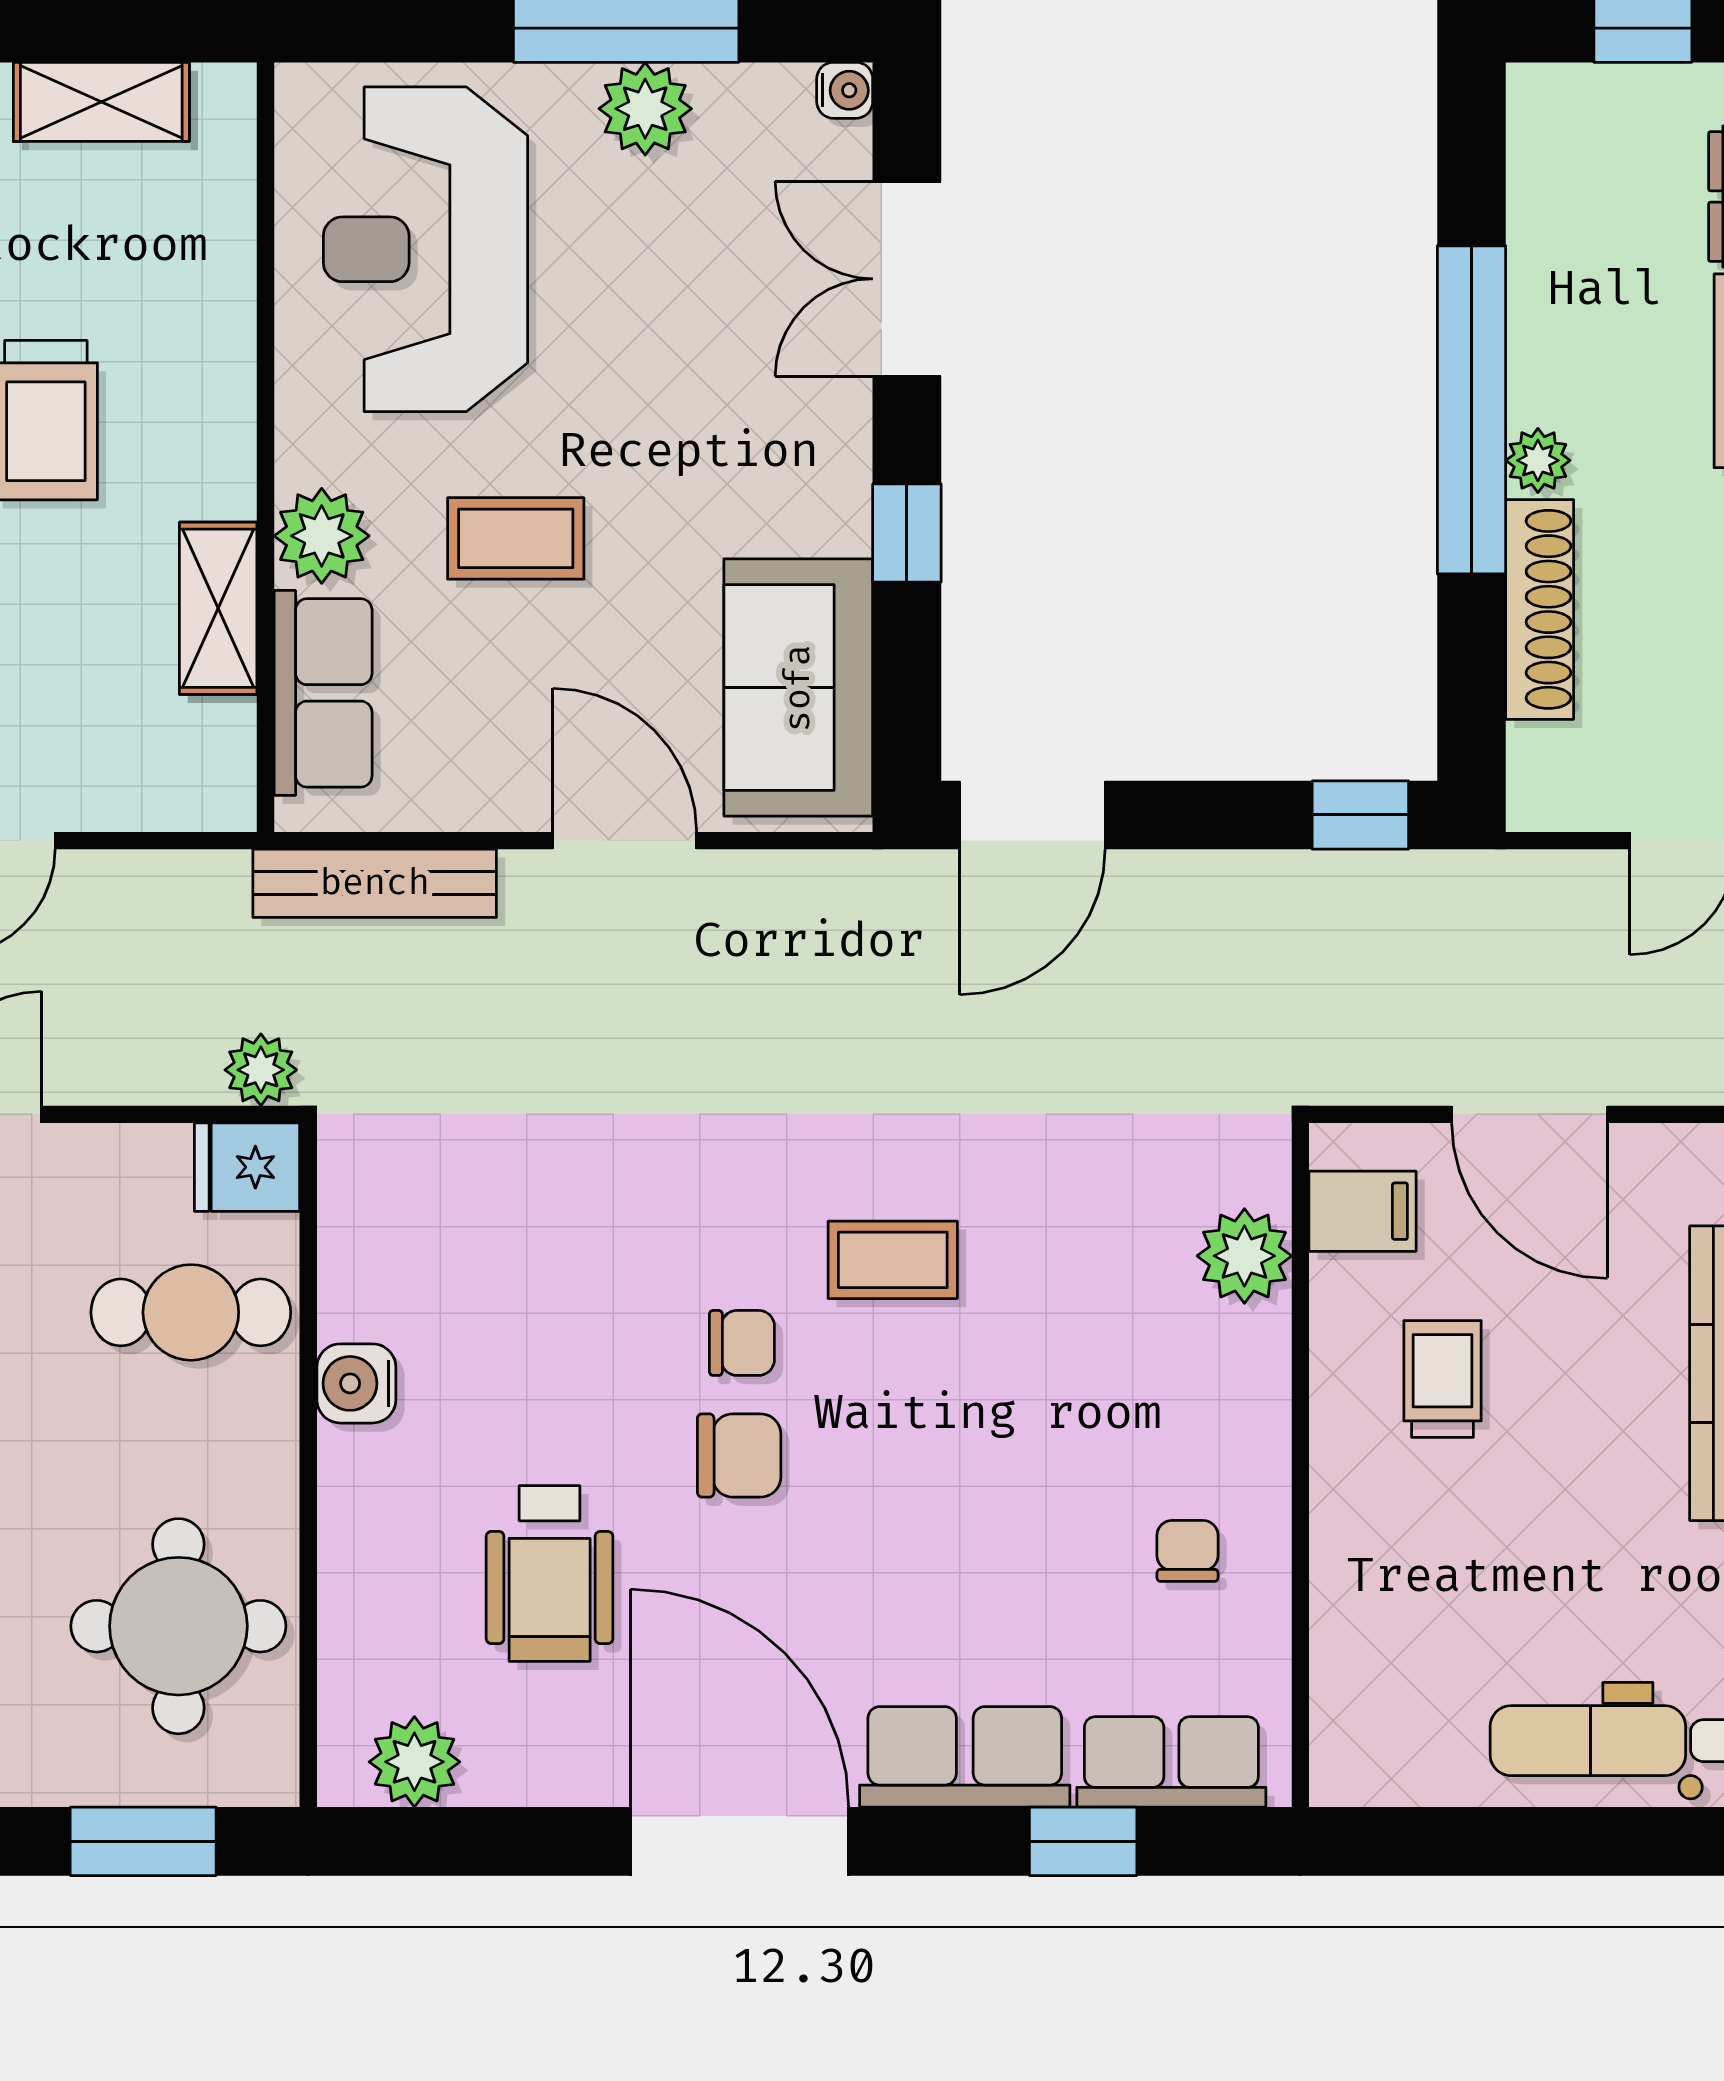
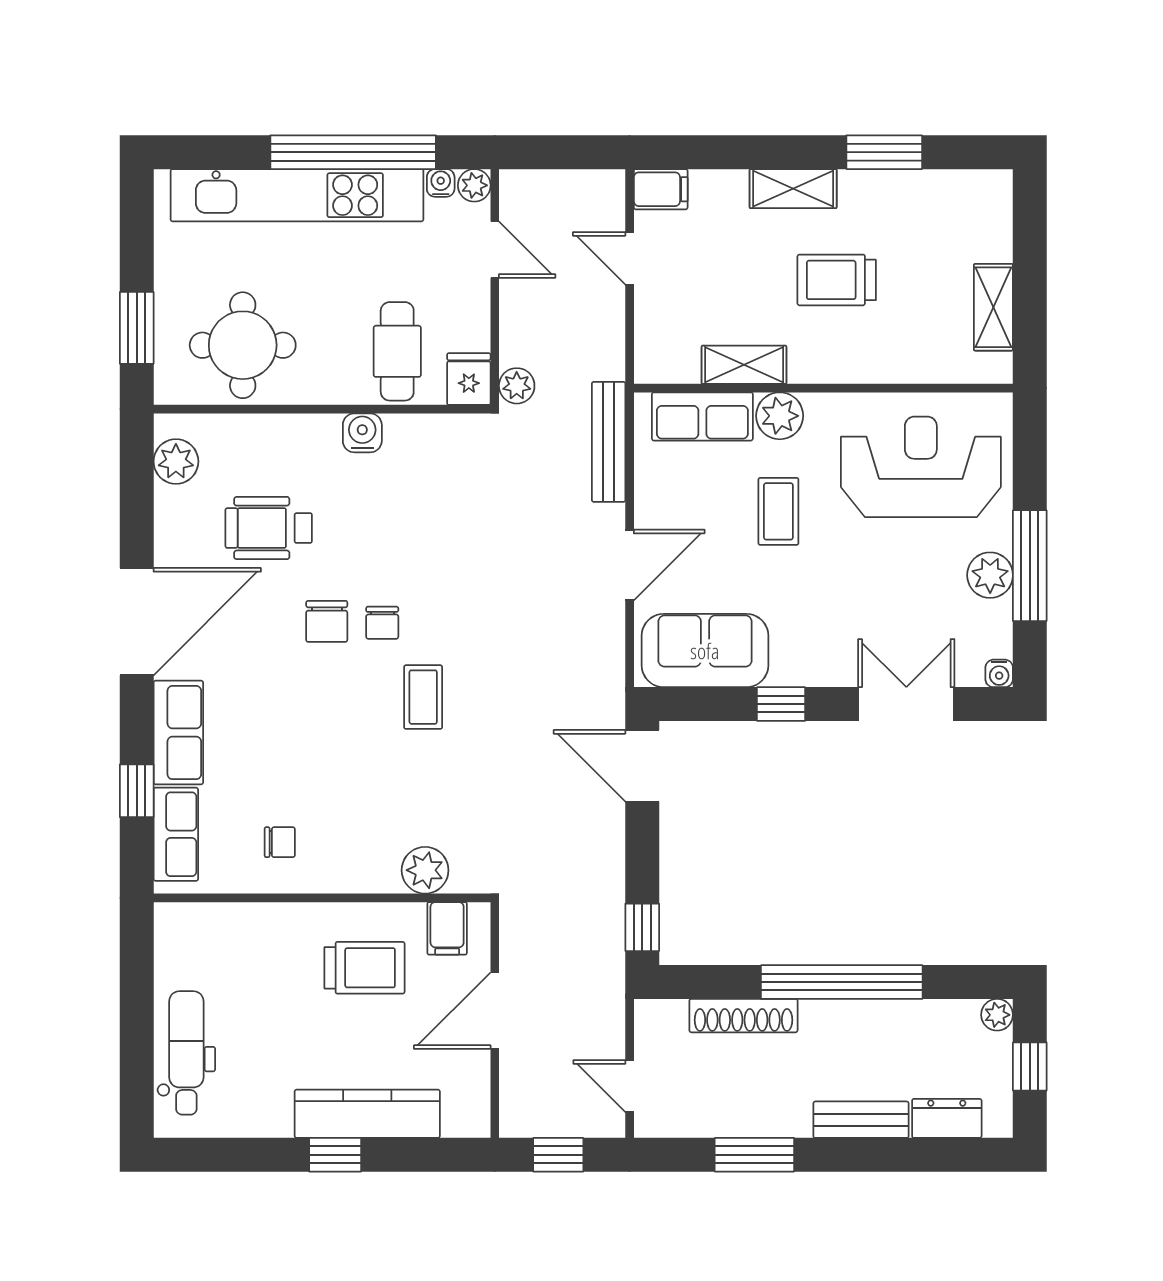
plant: (1538, 460) -> (997, 1015), moved
trolley: (1443, 1379) -> (364, 968), width x1.36, depth x1.39

